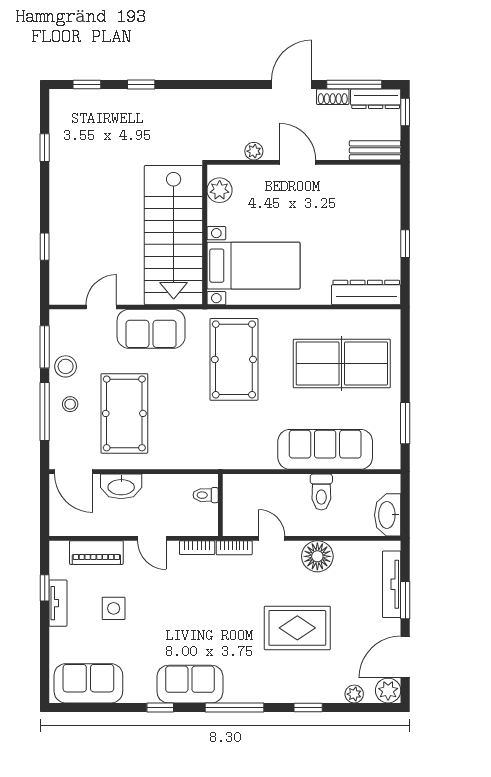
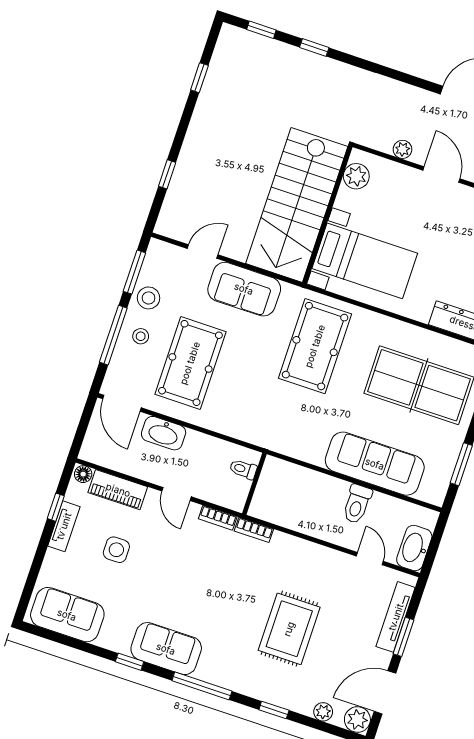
door: (272, 538) -> (370, 559), moved
floor lamp: (317, 556) -> (83, 474), moved, width x0.53, depth x0.53
rug: (297, 628) -> (289, 629), turned 90

